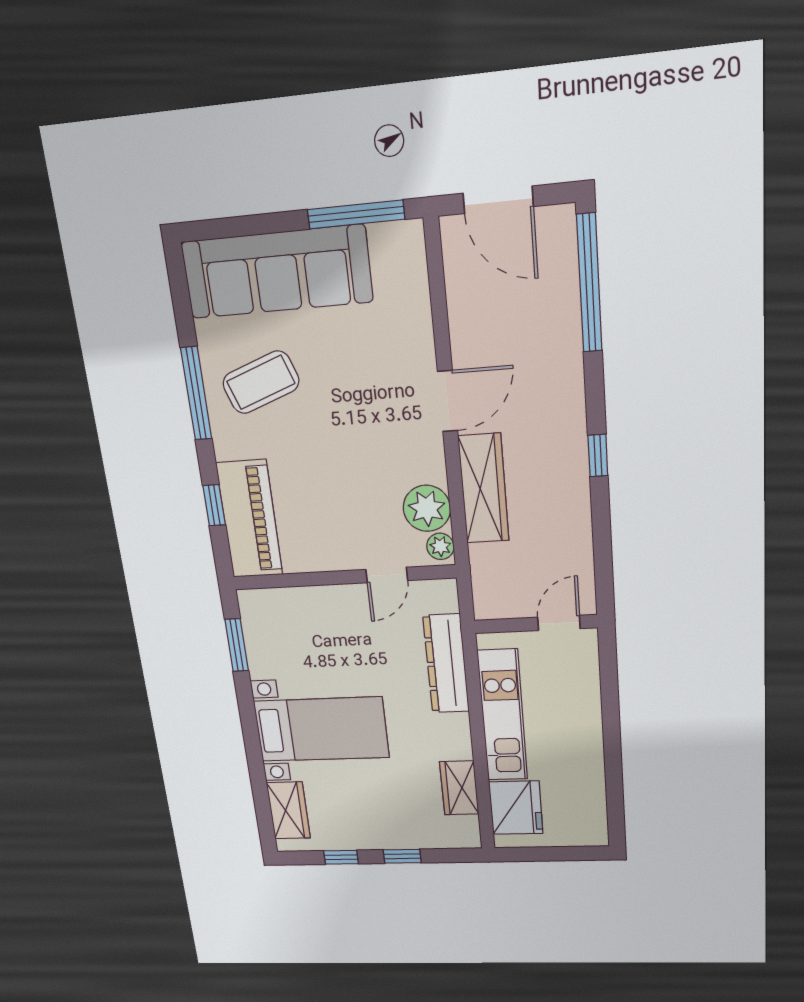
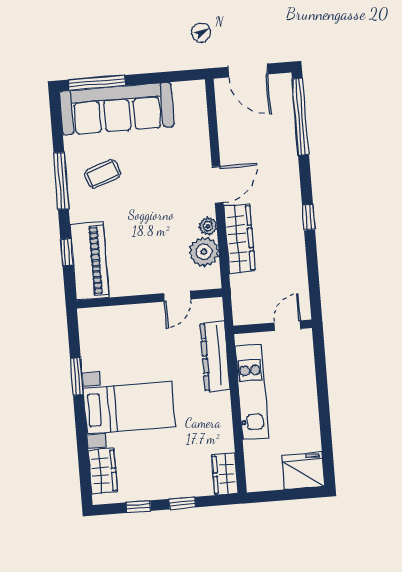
window: (356, 214) -> (97, 83), moved
coffee table: (261, 382) -> (103, 174), width x0.73, depth x0.77
plant: (440, 546) -> (208, 226), moved
window: (237, 645) -> (77, 376), moved
wardrobe: (459, 788) -> (225, 474), moved
fridge: (516, 808) -> (303, 471), moved, turned -90

